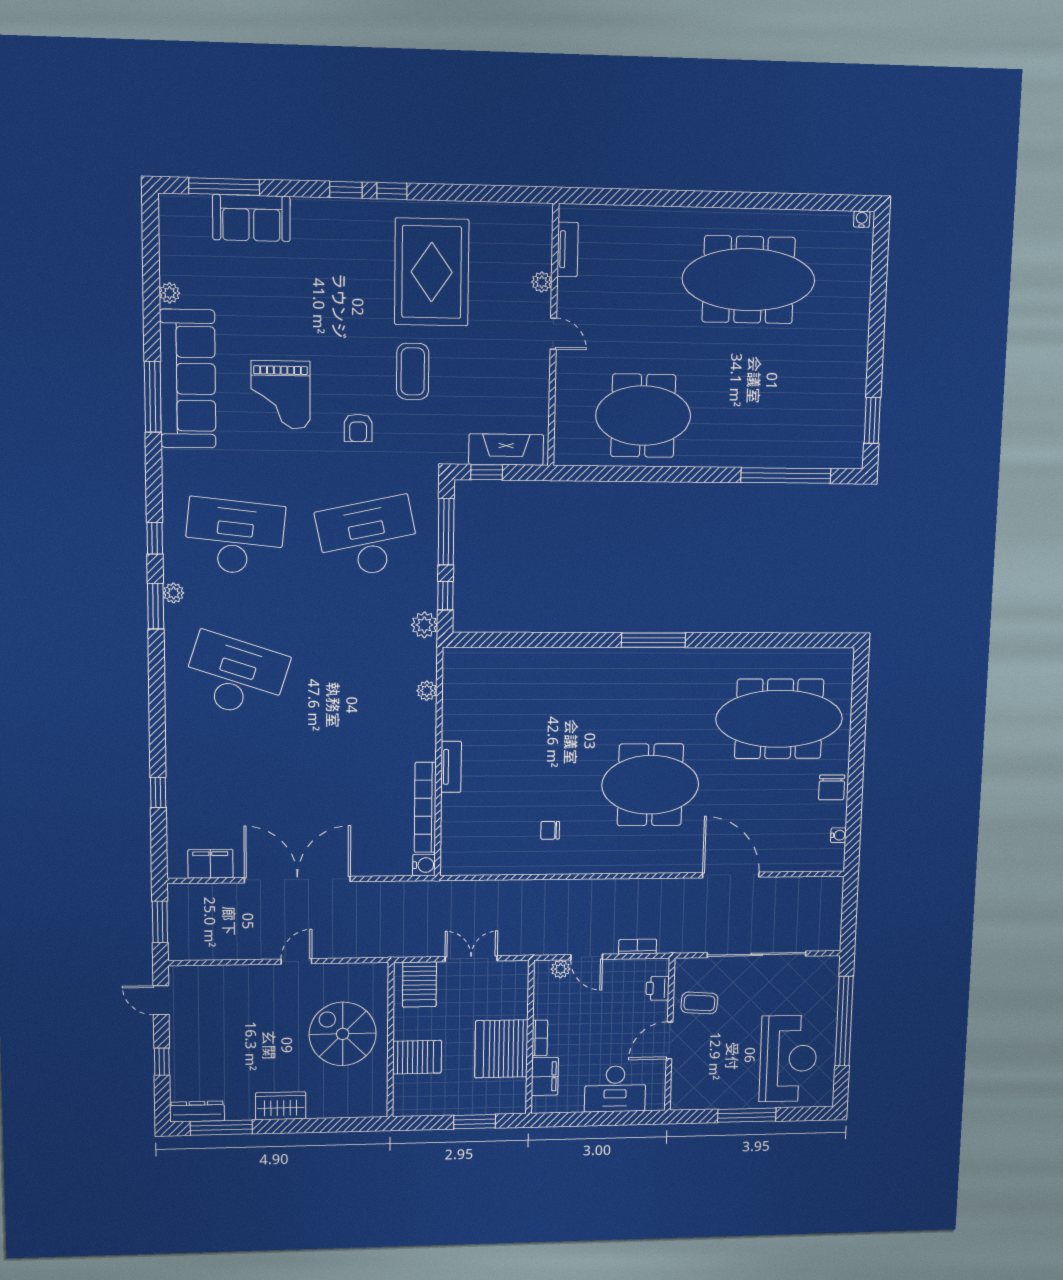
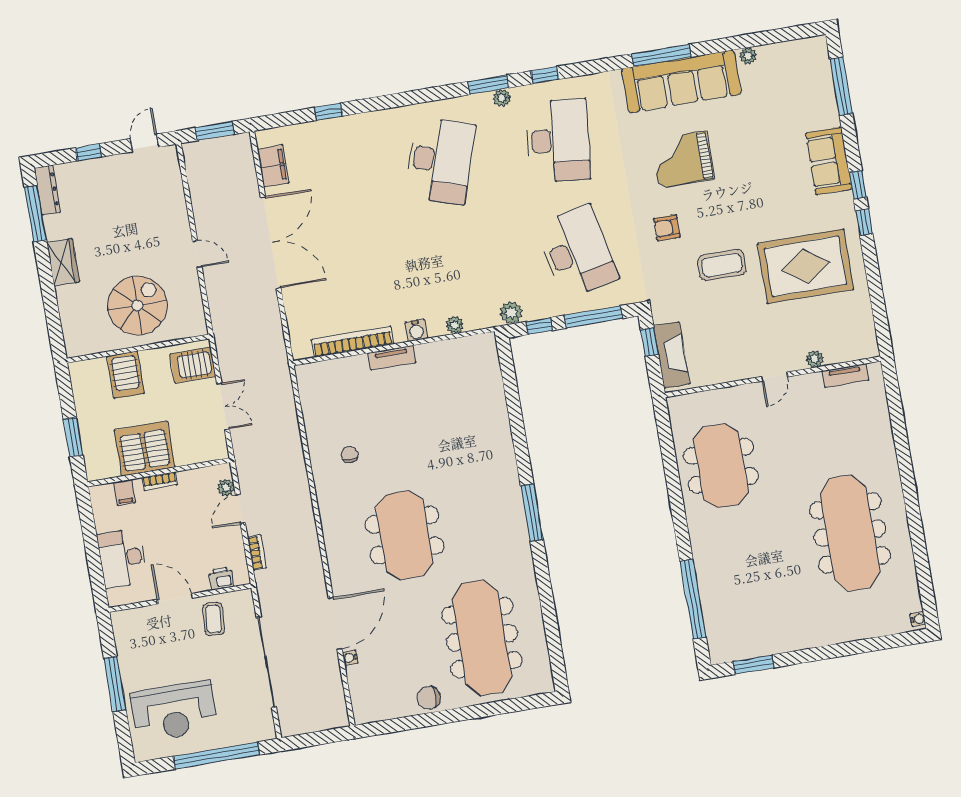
sofa: (251, 218) -> (829, 161), moved
water cooler: (838, 835) -> (350, 658), moved, turned 90
water cooler: (424, 865) -> (416, 330), moved
filing cabinet: (545, 1077) -> (124, 492), width x0.50

